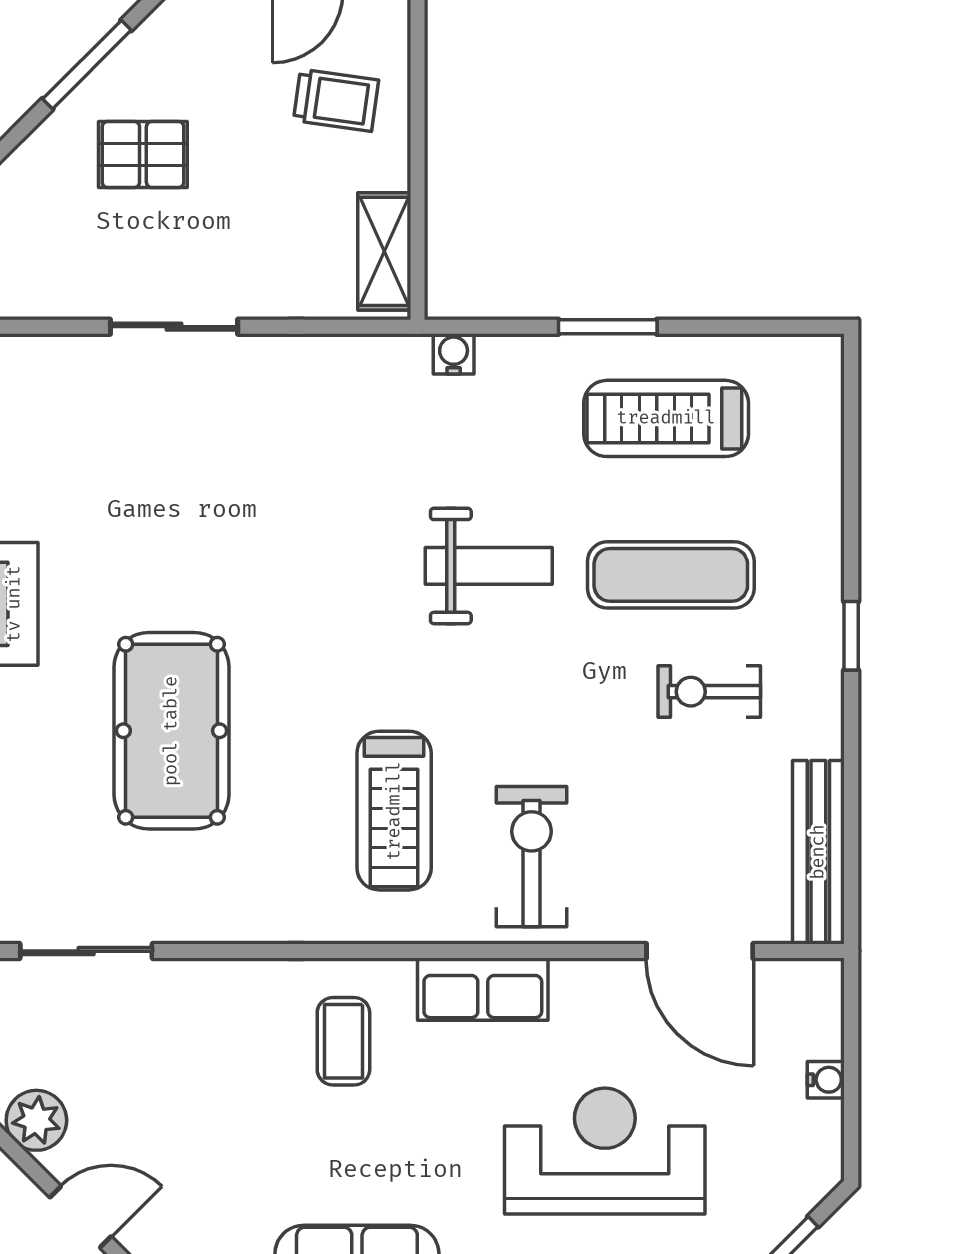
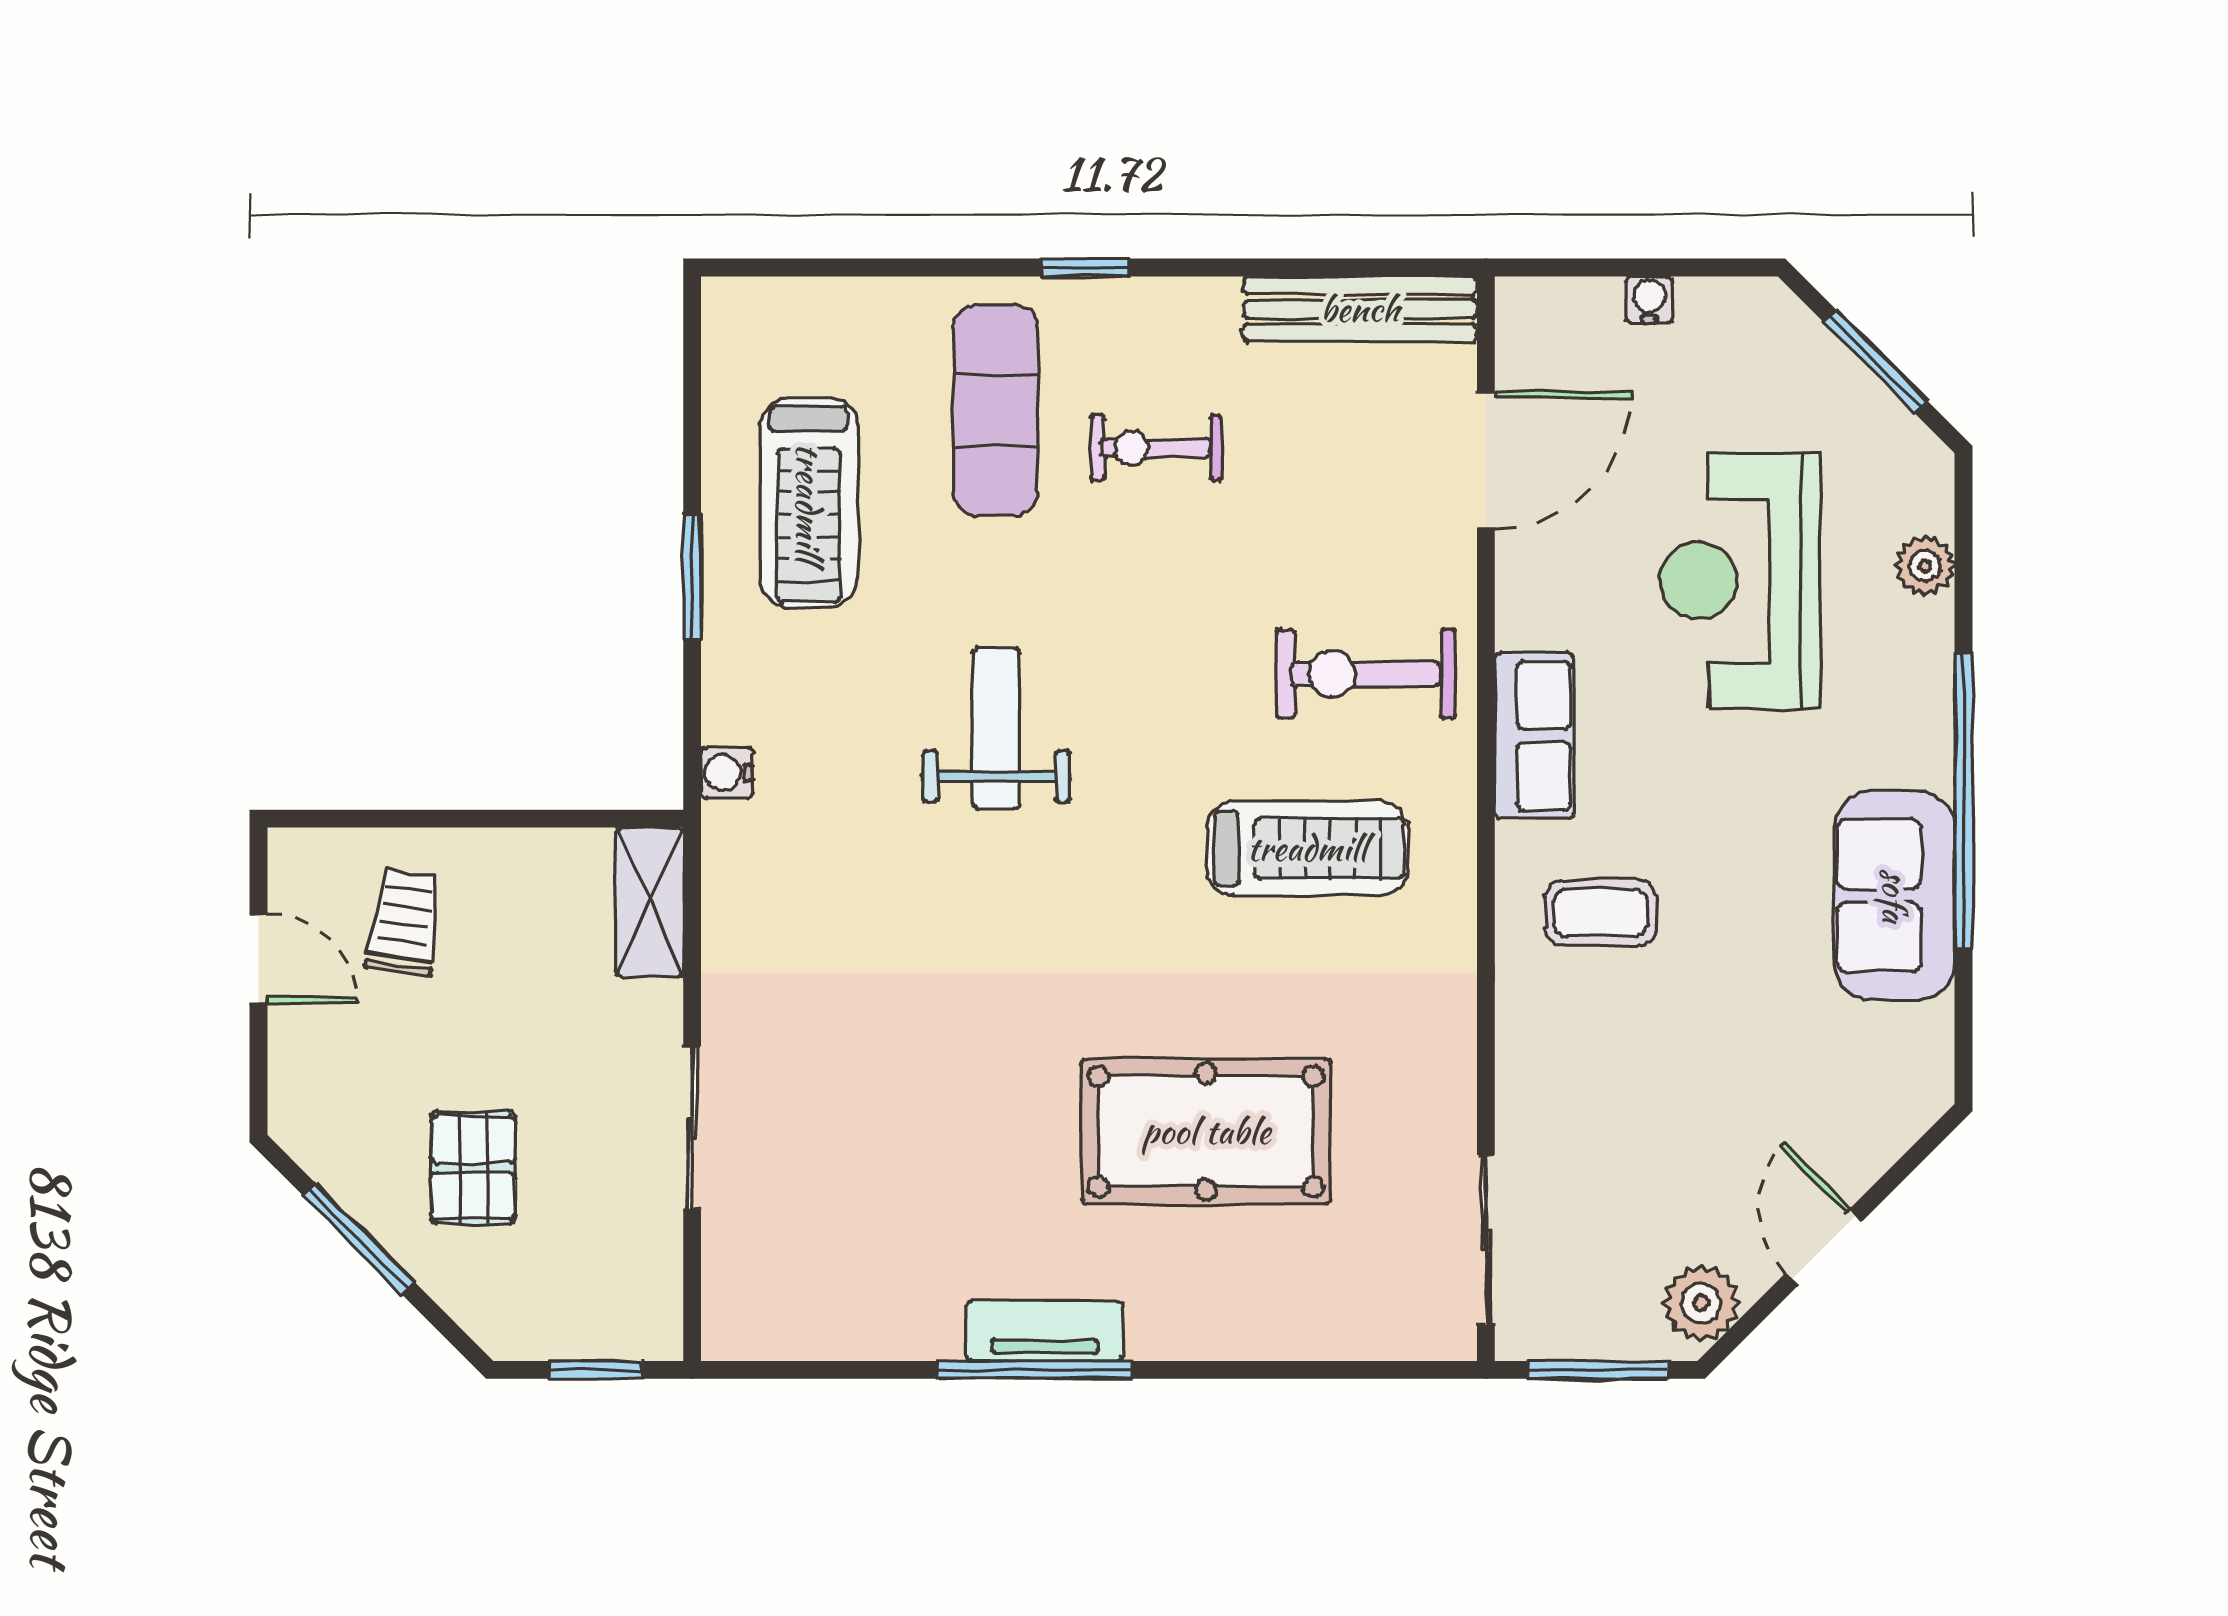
shelving: (384, 251) -> (650, 902), moved, turned 90
exercise mat: (671, 575) -> (996, 410), moved
exercise bike: (709, 692) -> (1156, 448), turned 90

